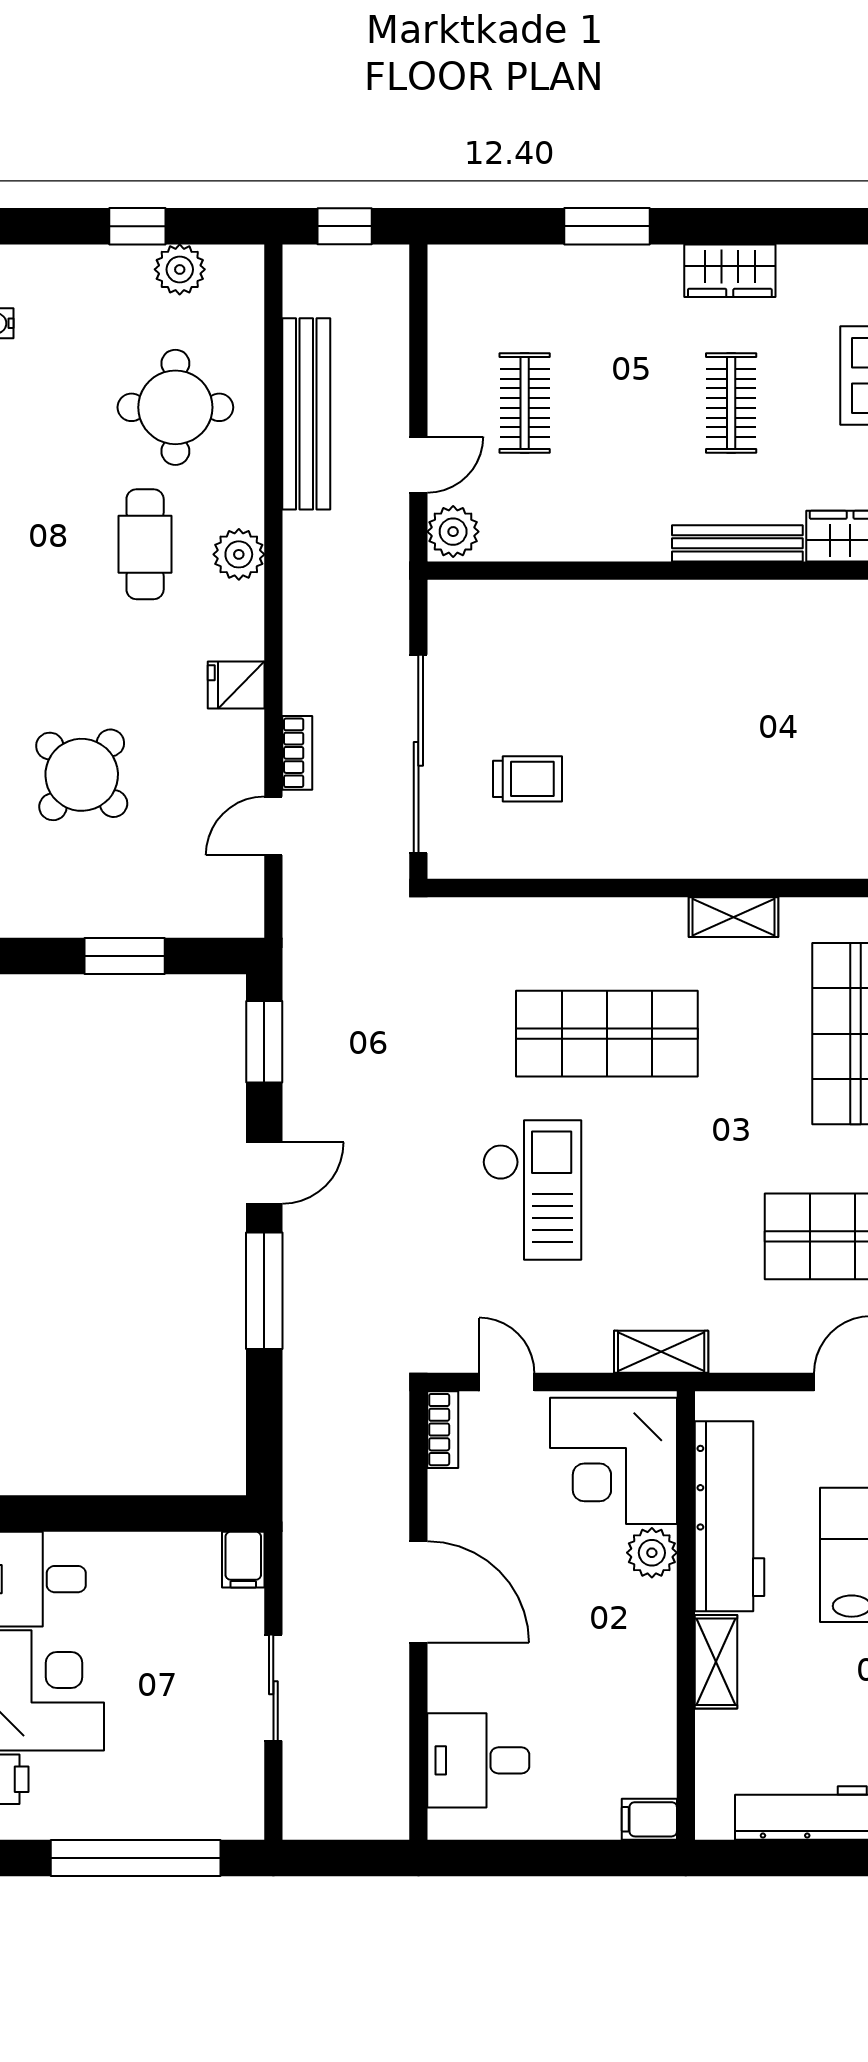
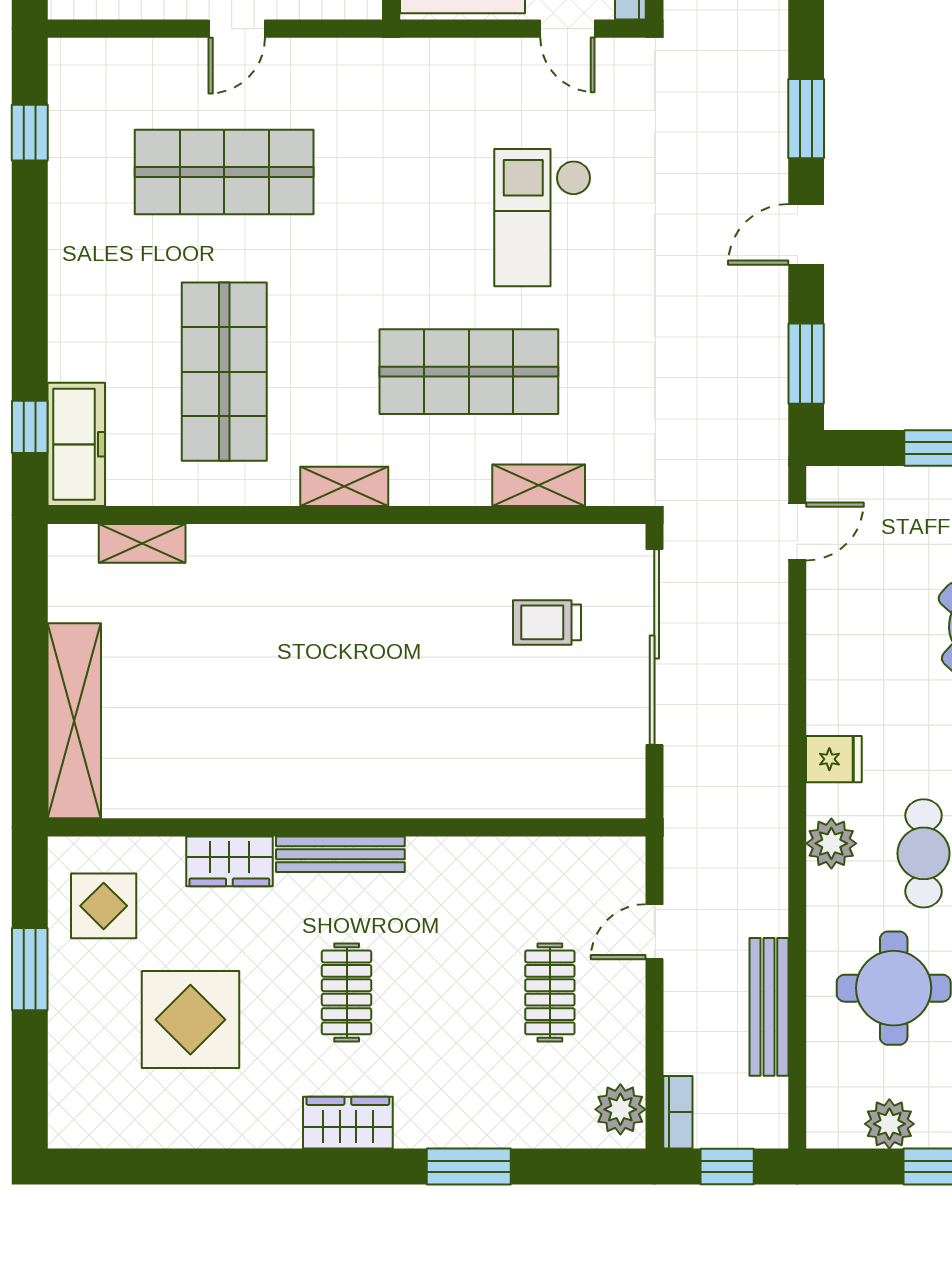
bench: (306, 414) -> (769, 1007), width x0.73, depth x0.82
plant: (453, 532) -> (620, 1109), moved
fridge: (236, 685) -> (834, 759), moved
bookcase: (297, 753) -> (678, 1112), moved, turned 180
door: (273, 826) -> (797, 531), moved
window: (264, 1291) -> (806, 119), width x0.69
shelving: (661, 1352) -> (539, 485), moved

